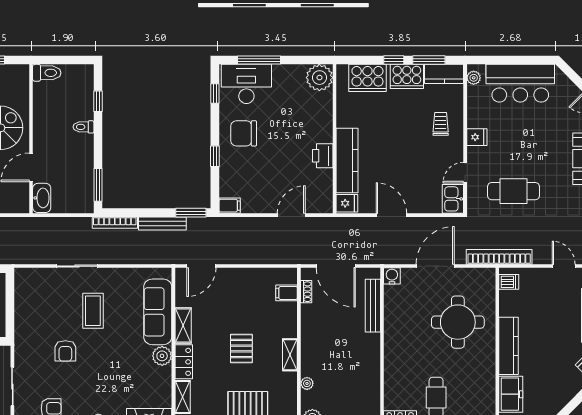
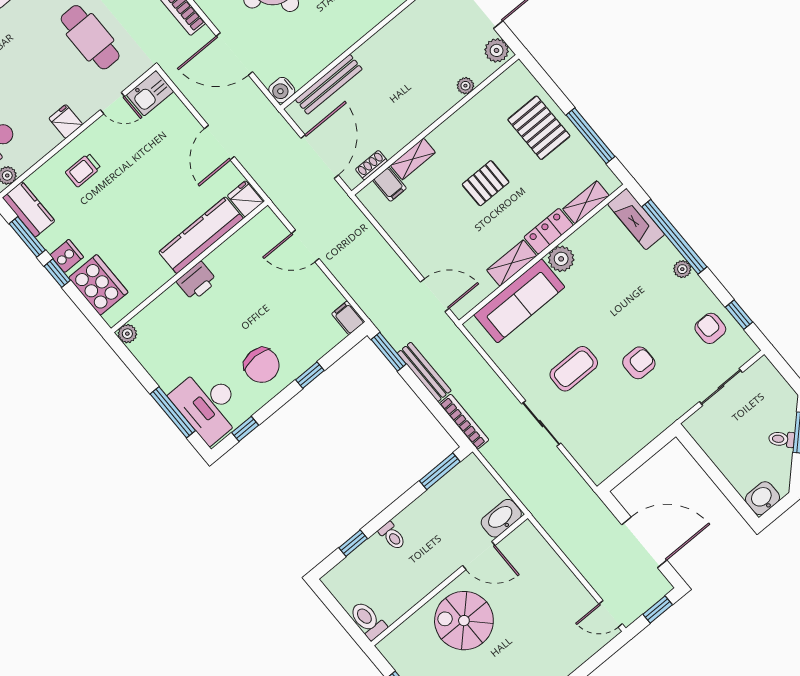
cooker: (407, 76) -> (67, 256), width x0.53, depth x0.76
plant: (319, 78) -> (127, 334), width x0.53, depth x0.53
printer: (323, 156) -> (197, 281), moved
shelving: (290, 355) -> (413, 159), moved

